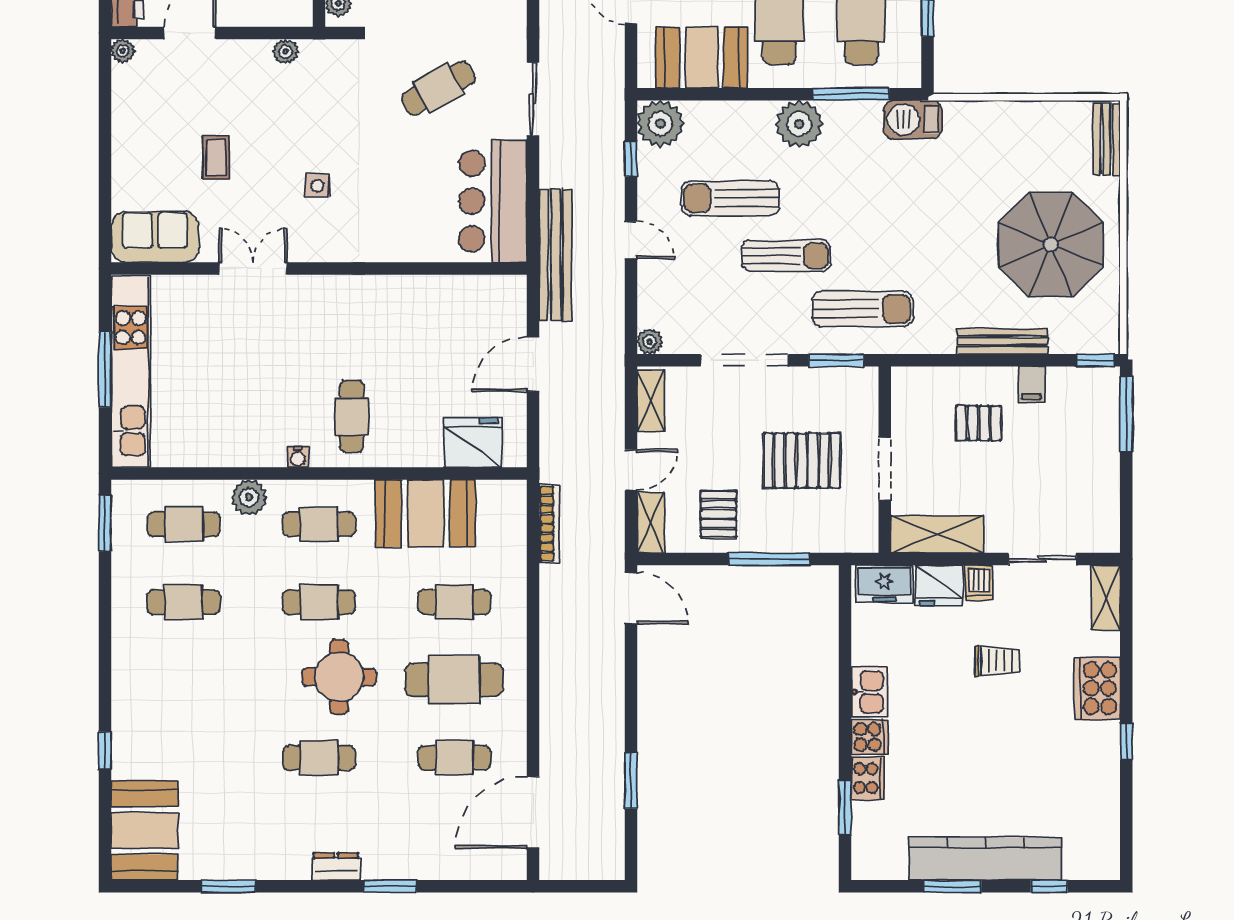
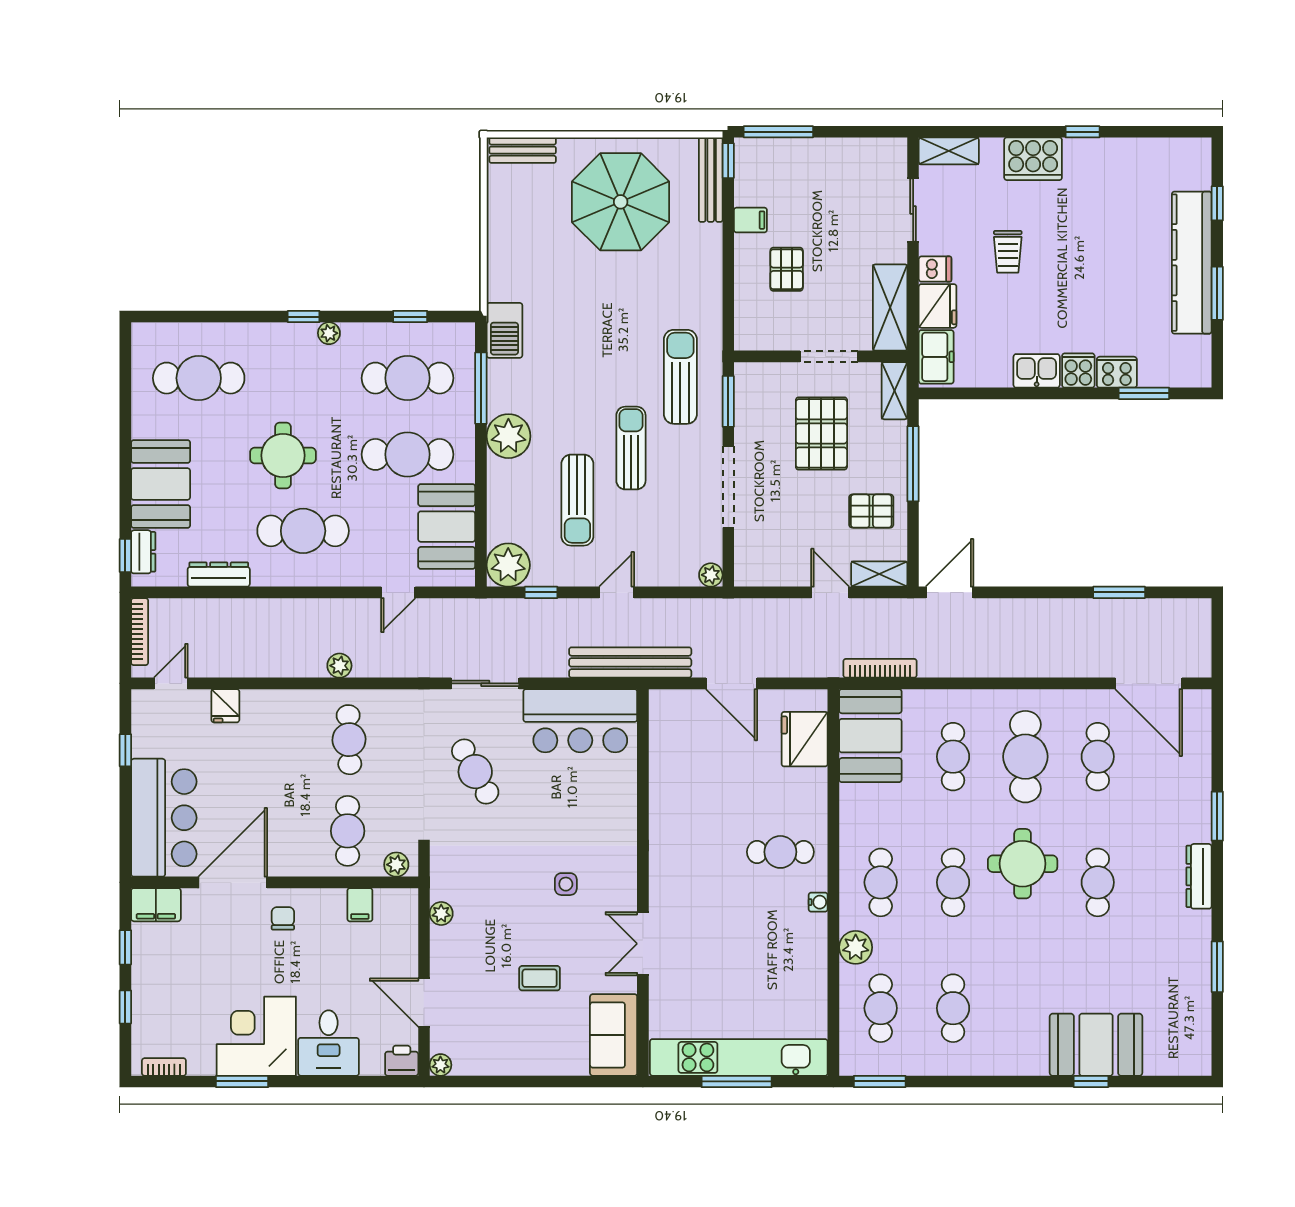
bench: (1002, 341) -> (711, 180), moved
shelving: (651, 401) -> (894, 391), moved, turned 90
booth: (426, 513) -> (870, 736), moved
trolley: (997, 661) -> (1008, 252), turned 180
booth: (144, 830) -> (1096, 1045), moved
dresser: (336, 867) -> (1199, 876), width x1.44

